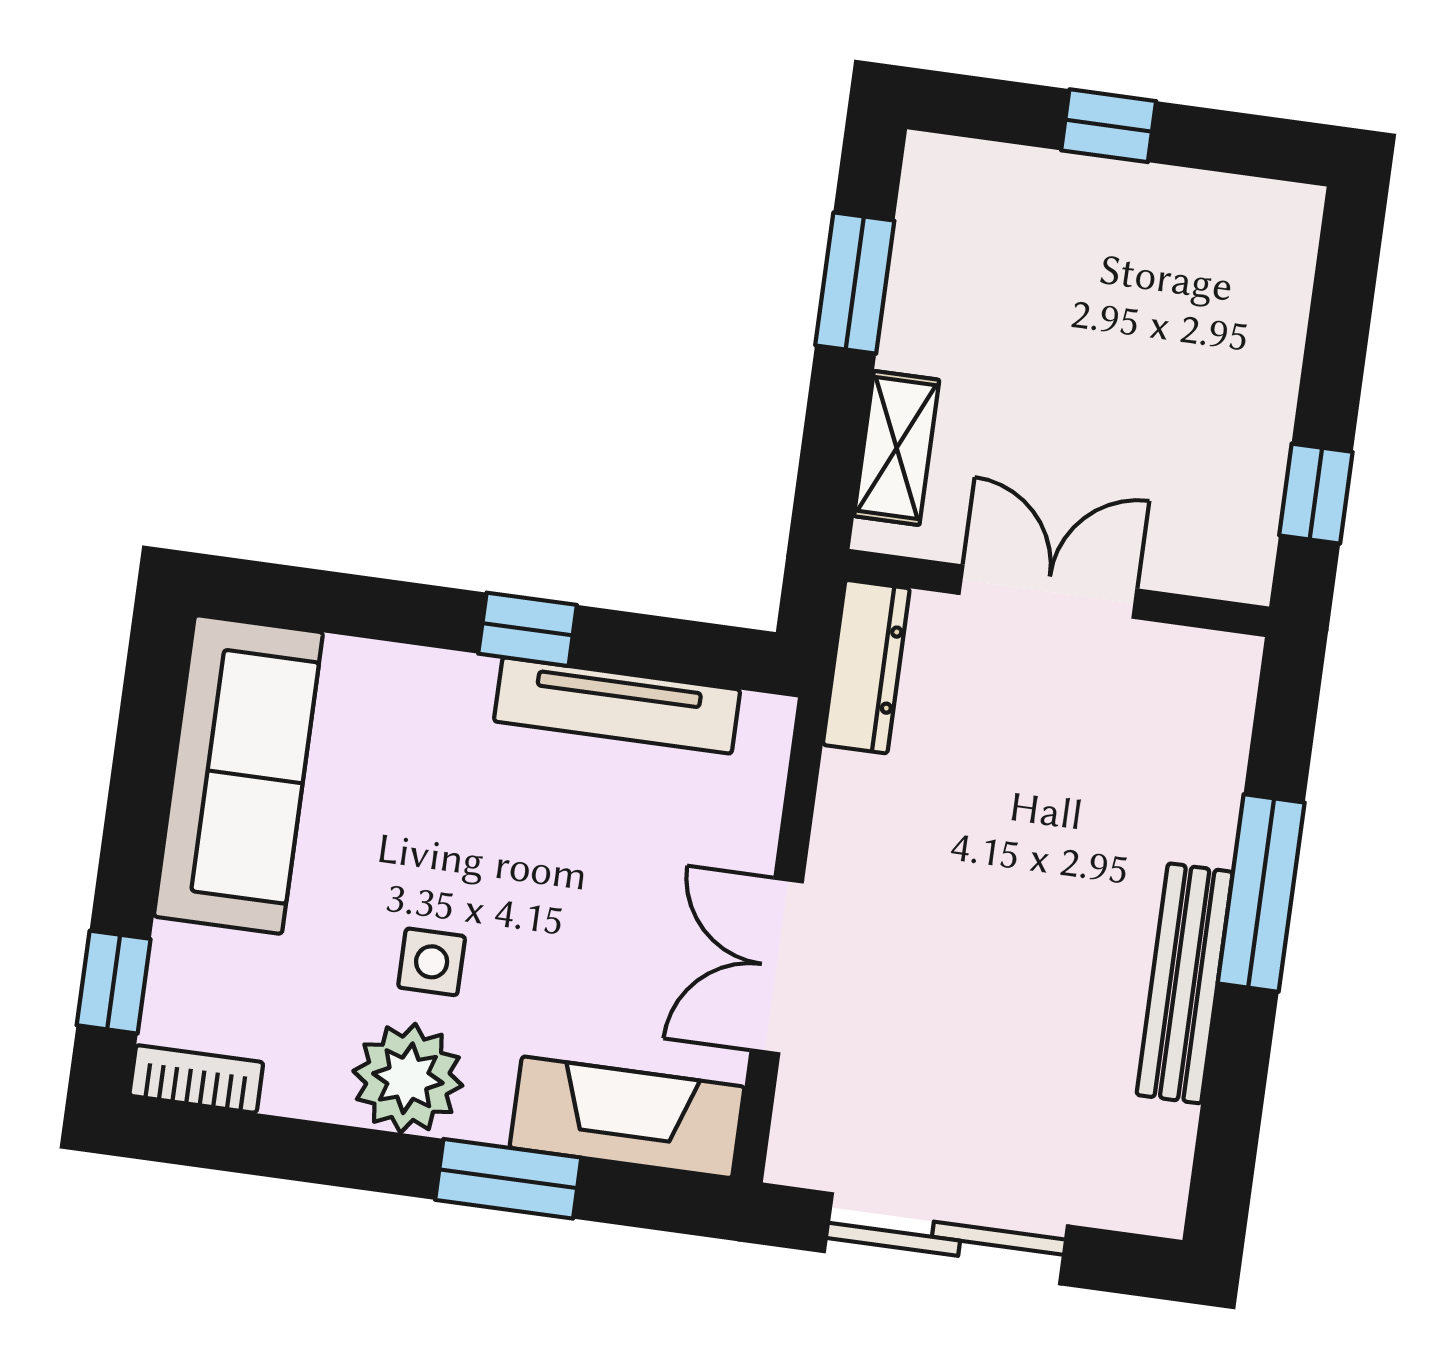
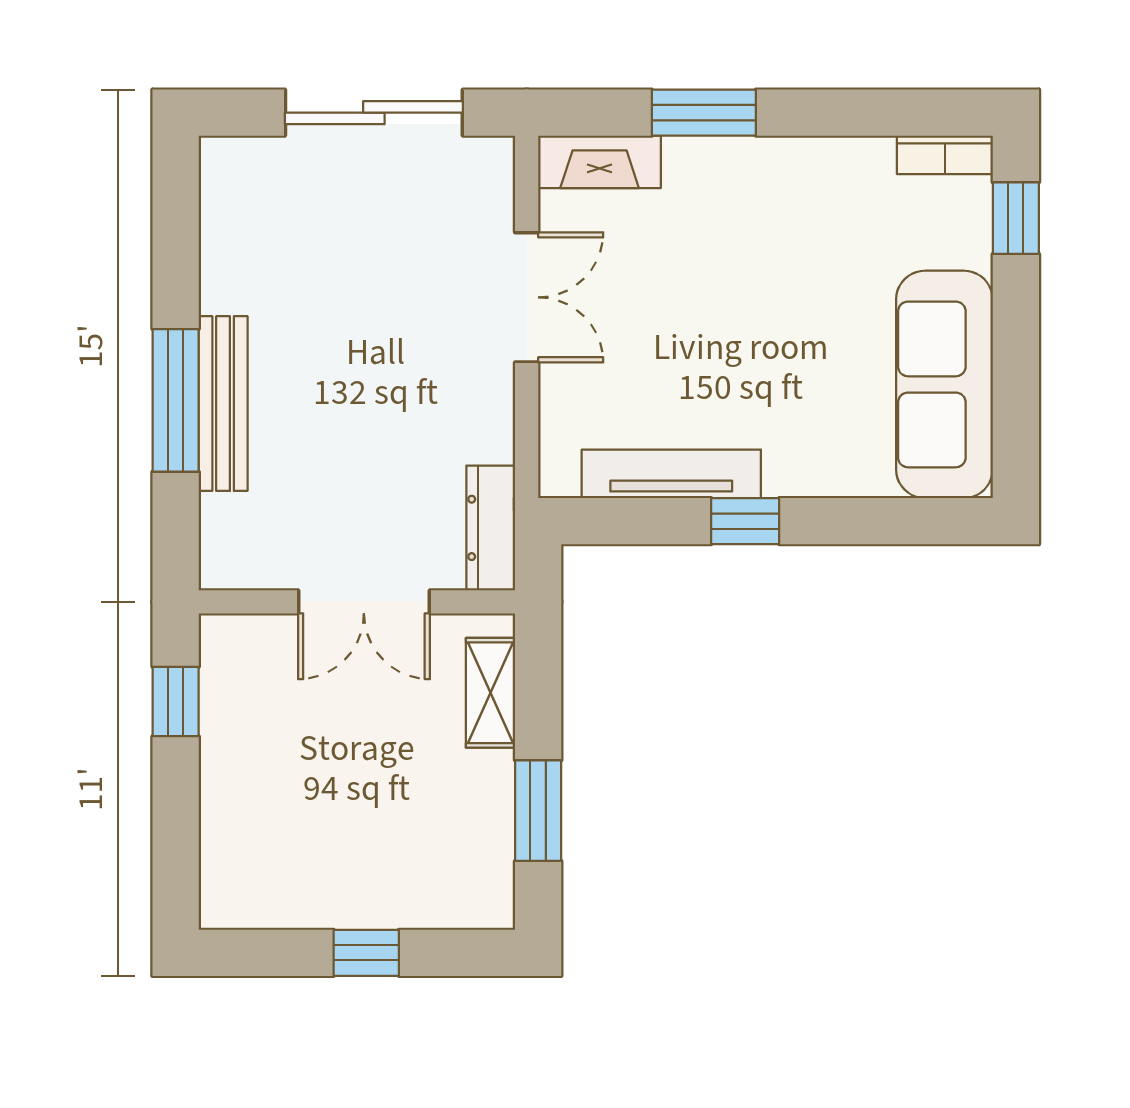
side table: (432, 962) -> (783, 265), removed
bench: (1185, 983) -> (223, 404), moved
plant: (408, 1078) -> (788, 177), removed
fireplace: (627, 1117) -> (600, 162), width x0.73, depth x0.76

